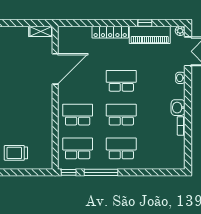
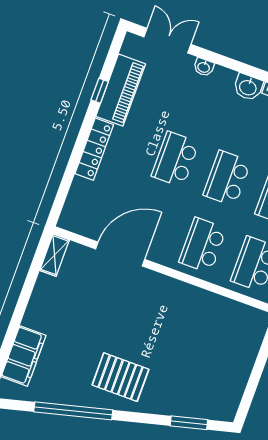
plant: (180, 31) -> (131, 41), removed
door: (55, 69) -> (120, 254), hinge flipped
trolley: (16, 153) -> (227, 361), removed

